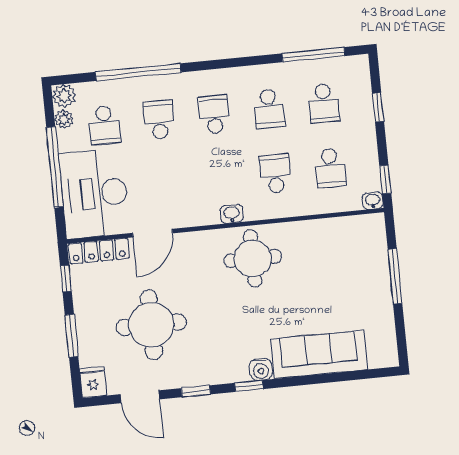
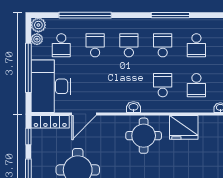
window: (314, 55) -> (170, 15), moved
school desk: (269, 109) -> (163, 45), turned 180
fridge: (316, 239) -> (184, 127), added

